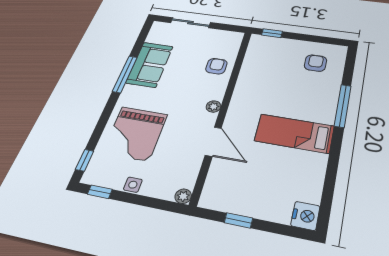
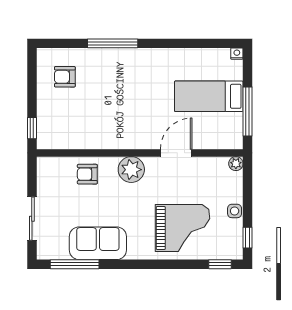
window: (125, 74) -> (75, 264), moved
plant: (213, 106) -> (131, 170), width x1.87, depth x1.87
bed: (294, 133) -> (209, 96), moved, turned 90
nightstand: (305, 216) -> (237, 54), width x0.53, depth x0.56
window: (238, 220) -> (247, 111), width x2.17

